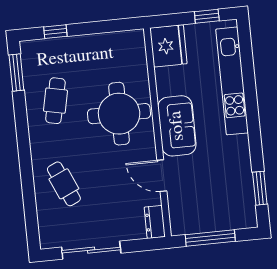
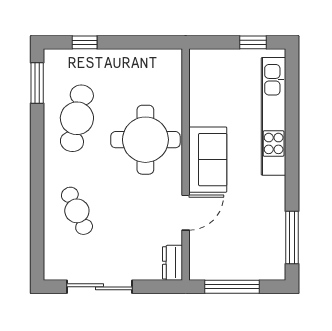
fridge: (168, 46) -> (207, 71), removed
cafe table: (55, 101) -> (77, 118), width x1.37, depth x1.35
door: (162, 176) -> (186, 213), swing flipped
window: (260, 188) -> (292, 238), width x1.44

